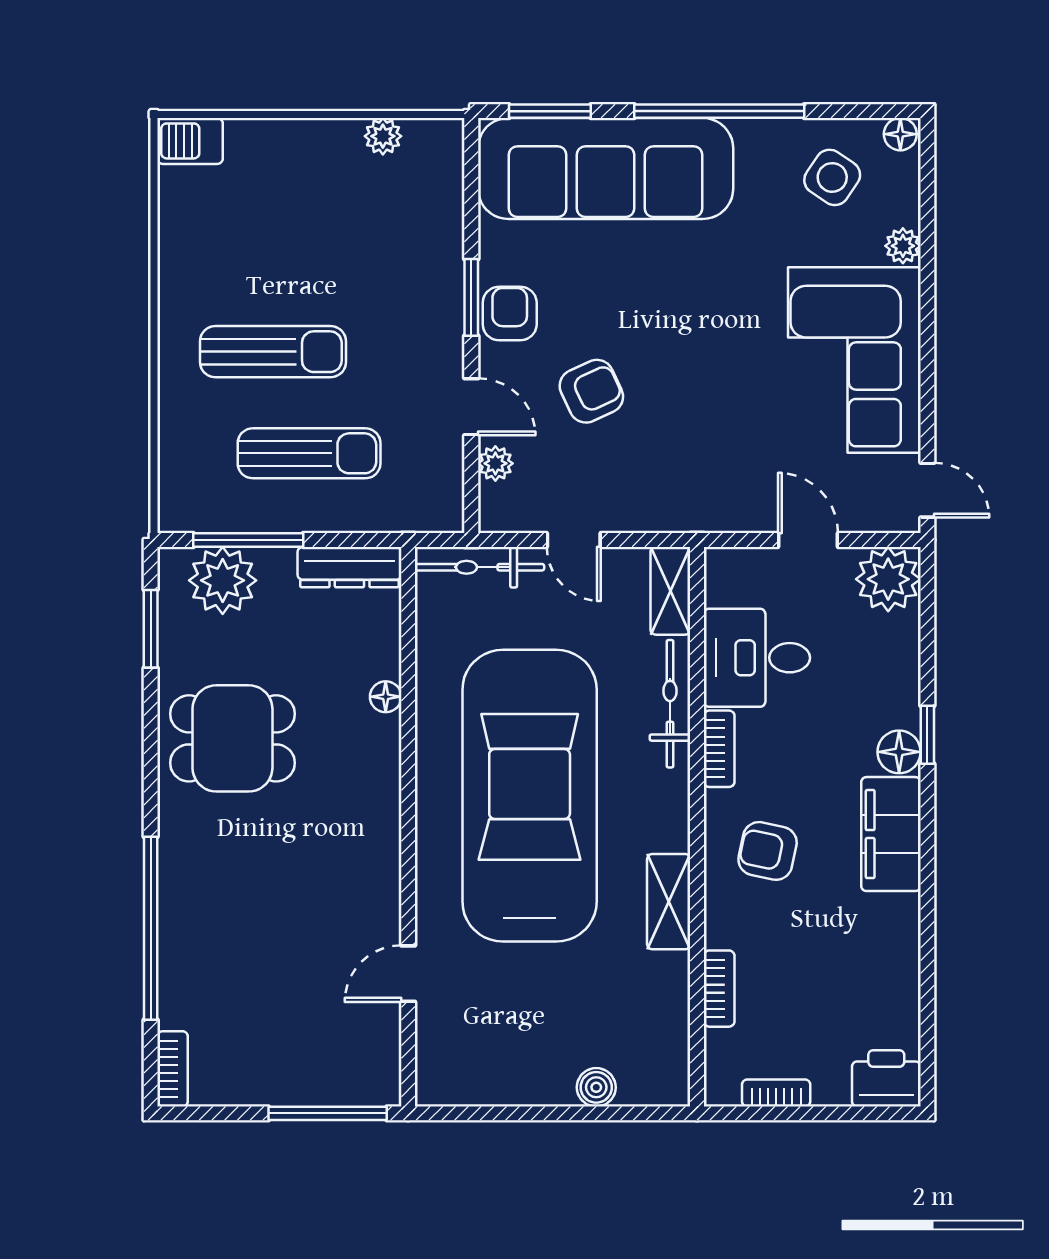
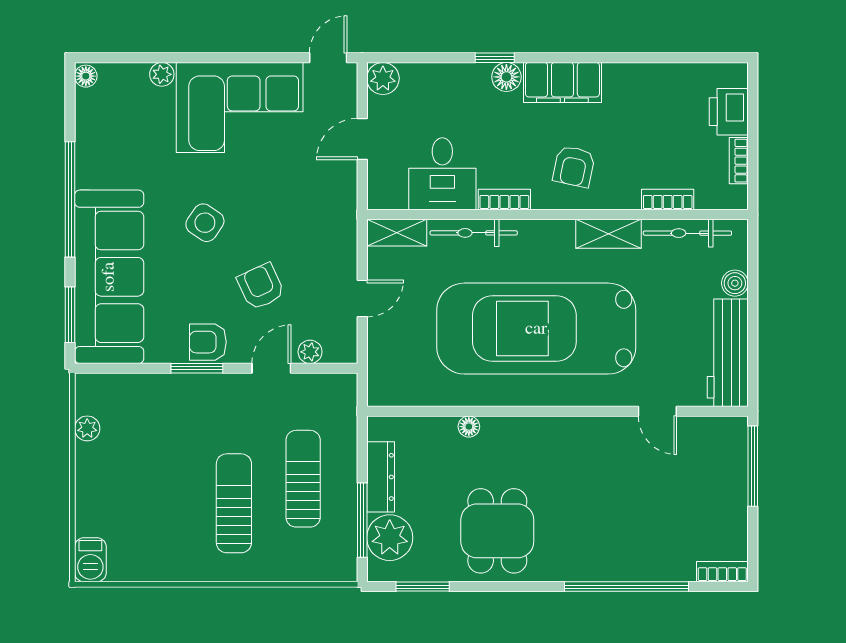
side table: (832, 177) -> (205, 223), moved
dresser: (349, 567) -> (381, 477), moved
bicycle: (479, 567) -> (687, 233), moved, turned 90
plant: (888, 579) -> (383, 78), width x0.73, depth x0.73
workbench: (494, 1077) -> (728, 353), added
printer: (886, 1078) -> (729, 112), moved

